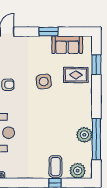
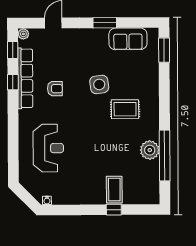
window: (96, 65) -> (164, 50), moved
rug: (76, 75) -> (125, 109), moved
plant: (78, 171) -> (142, 195), removed

